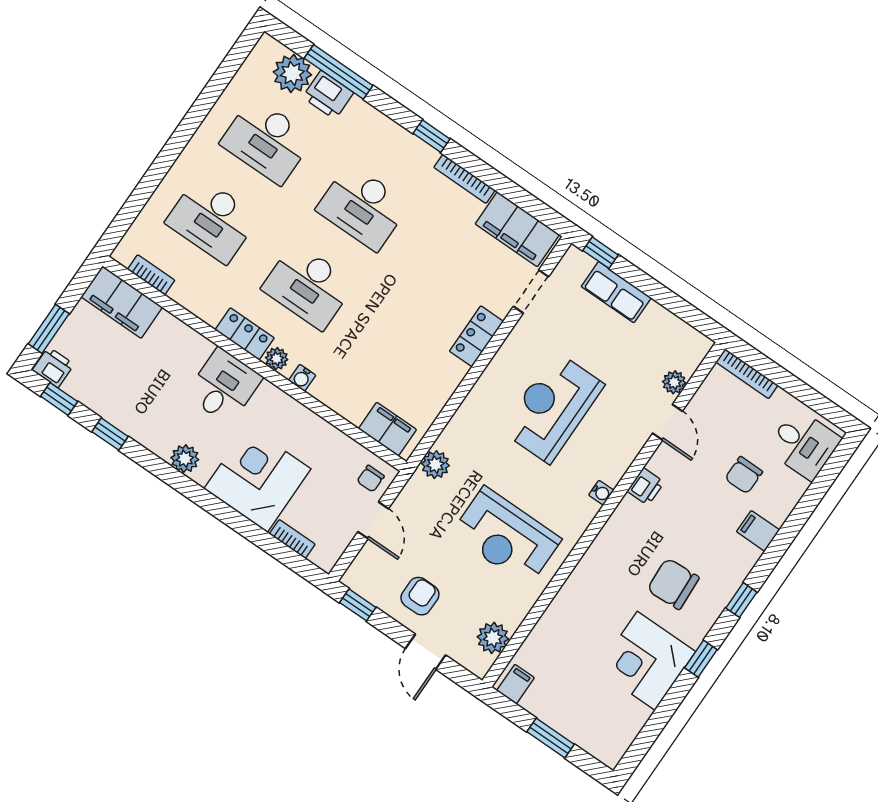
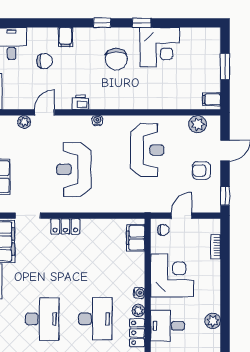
reception desk: (552, 407) -> (74, 169), turned 90
plant: (435, 465) -> (137, 205), removed
corner desk: (257, 479) -> (172, 276), moved, turned 180

